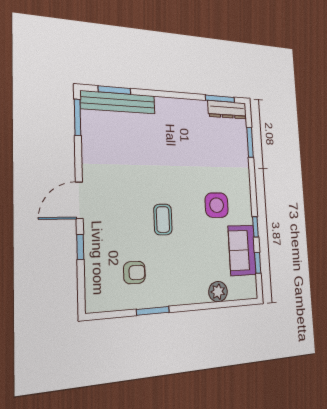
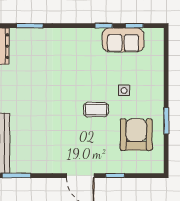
side table: (217, 205) -> (124, 91), moved, width x0.54, depth x0.54
armchair: (134, 273) -> (136, 135), width x1.88, depth x1.88
plant: (218, 292) -> (156, 64), removed

